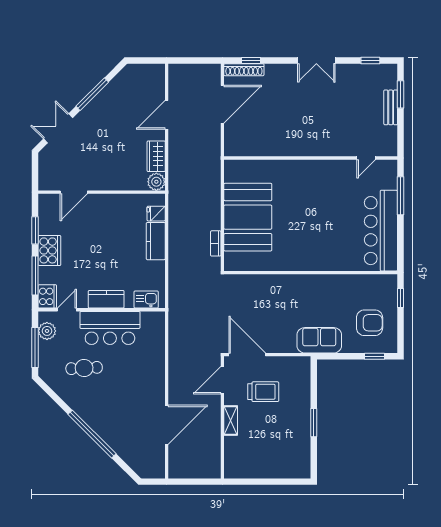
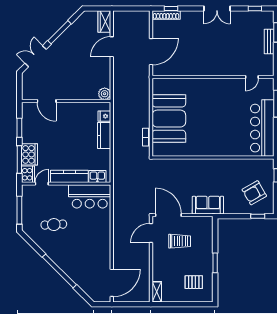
door: (222, 104) -> (151, 52), moved
wardrobe: (156, 156) -> (104, 22), moved
door: (74, 192) -> (47, 101), hinge flipped
cooker: (49, 250) -> (29, 154), moved
kitchen counter: (106, 299) -> (69, 176), width x1.50
armchair: (370, 323) -> (254, 193), turned 150
bar counter: (110, 328) -> (90, 196), moved
plant: (47, 331) -> (28, 199), removed
sofa: (319, 340) -> (208, 205), moved
shelving: (231, 420) -> (157, 292), moved
door: (167, 425) -> (112, 283), moved
pallet: (283, 450) -> (194, 282), added

